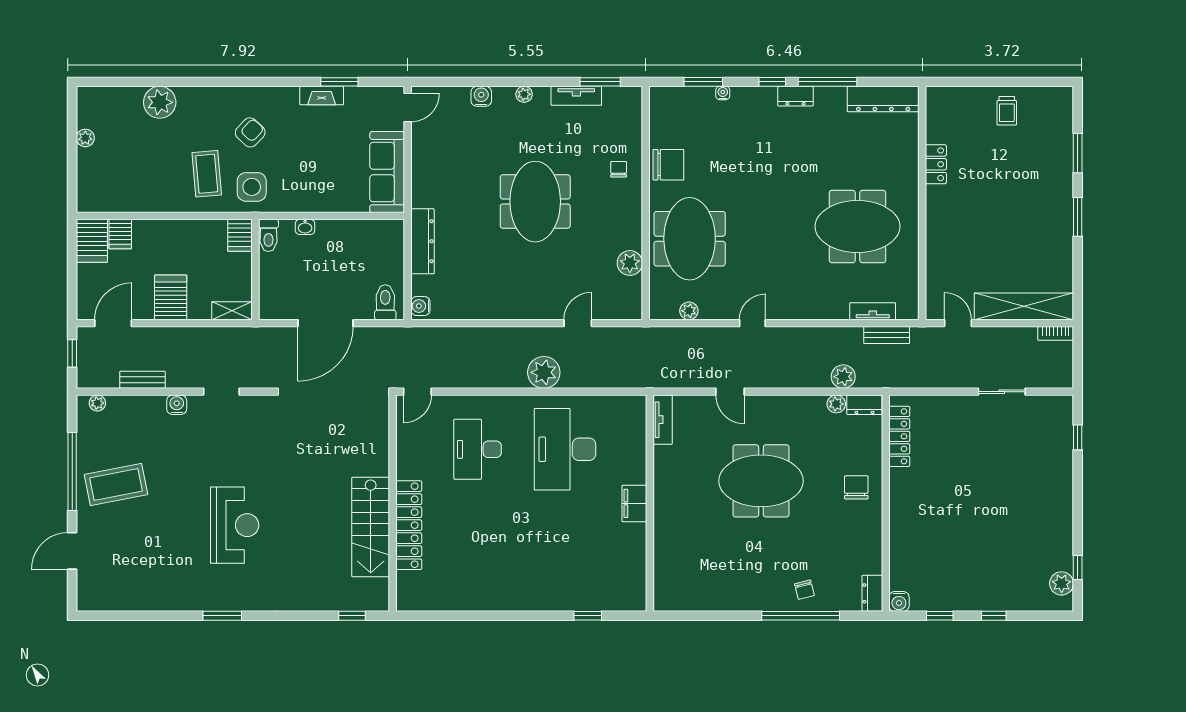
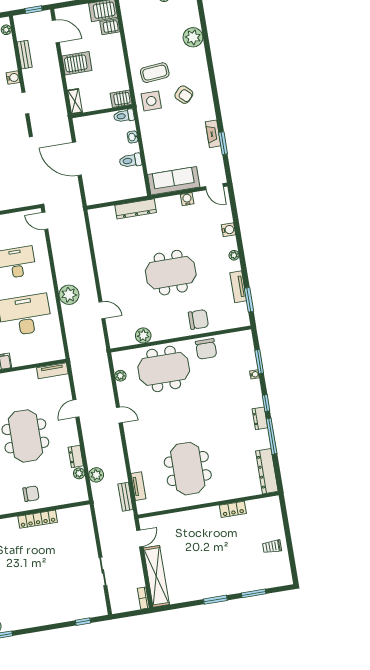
chair: (619, 169) -> (198, 319), width x1.87, depth x1.87
toilet: (385, 302) -> (130, 161), moved, turned 180
water cooler: (420, 306) -> (187, 199), moved
dresser: (864, 405) -> (76, 457), moved
locker: (899, 436) -> (38, 519), moved

